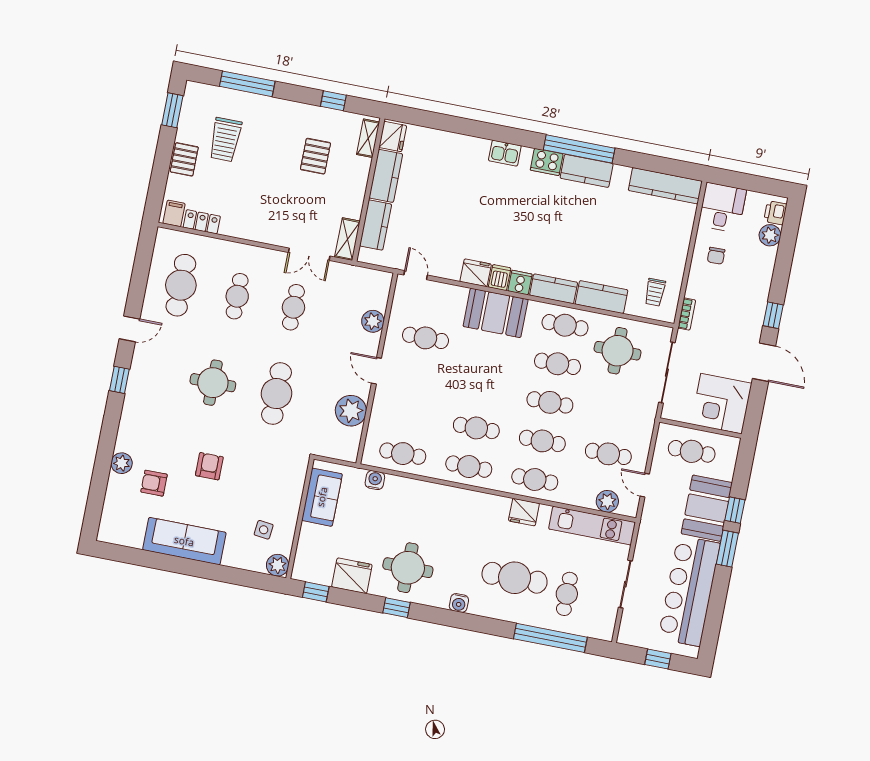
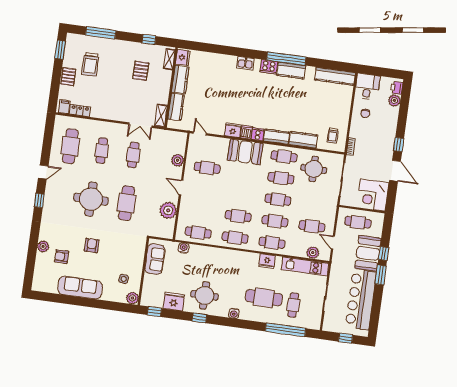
round table: (213, 383) -> (91, 199), width x1.36, depth x1.36

